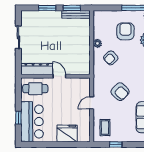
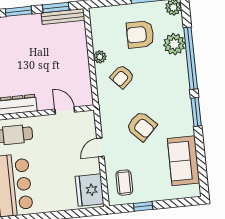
armchair: (125, 31) -> (140, 34), turned -90
door: (59, 76) -> (65, 111), moved
fridge: (67, 133) -> (90, 190), moved, turned -90

